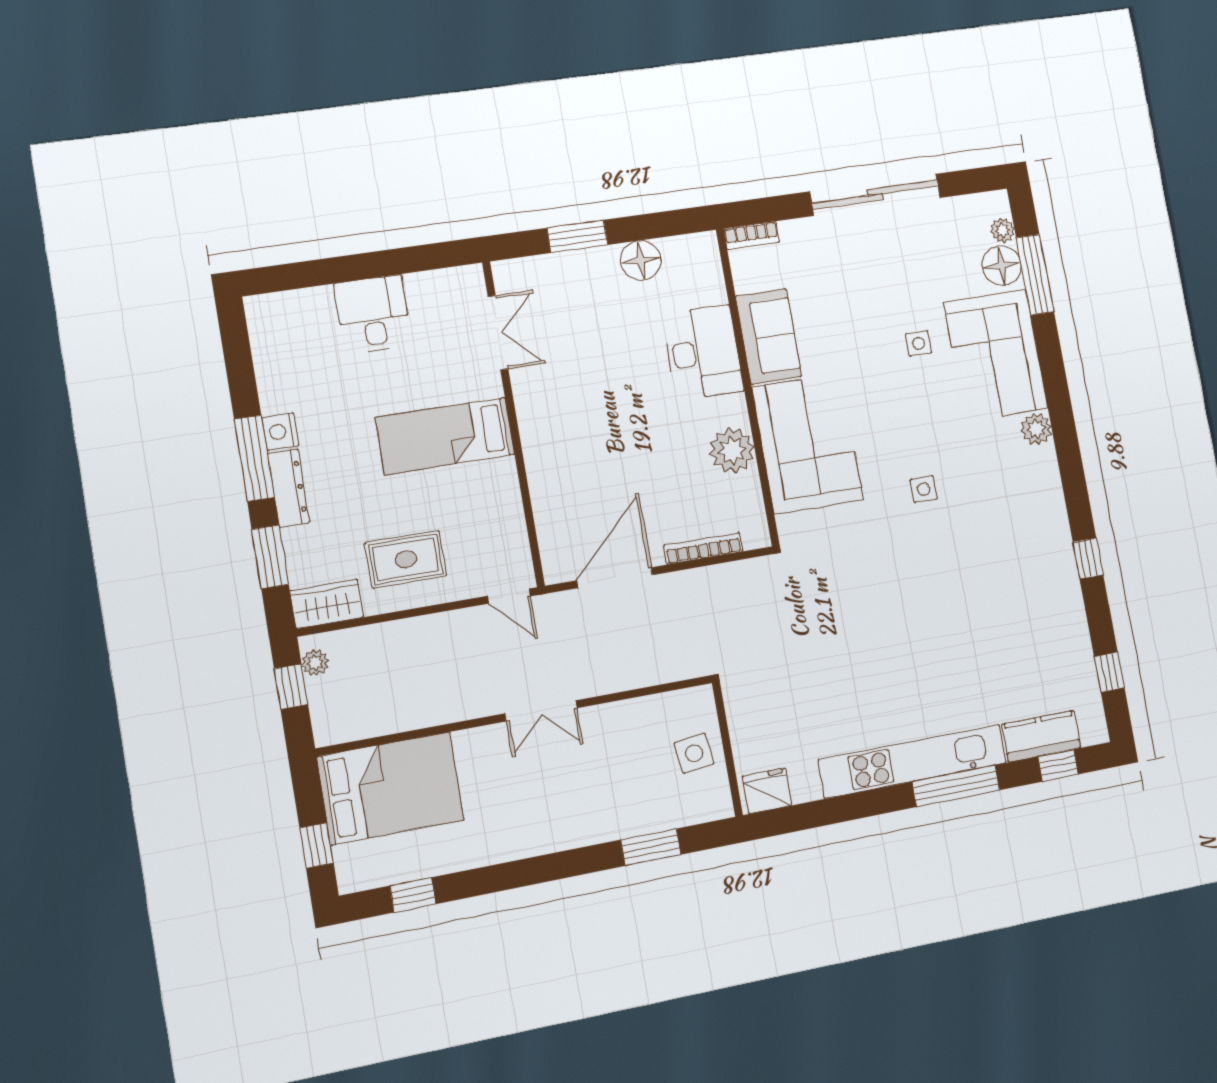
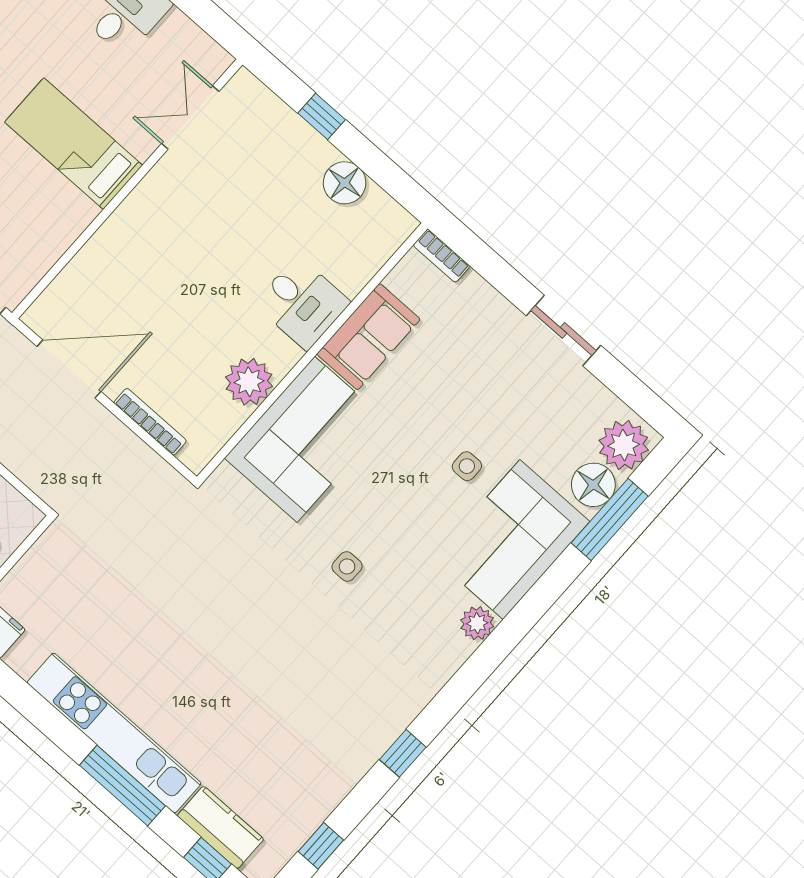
sliding door: (875, 195) -> (563, 330), width x0.54
plant: (1002, 230) -> (624, 445), width x1.88, depth x1.88
window: (577, 236) -> (322, 116), width x0.67
double door: (498, 333) -> (190, 117), swing flipped
desk: (703, 352) -> (302, 303), width x0.73

